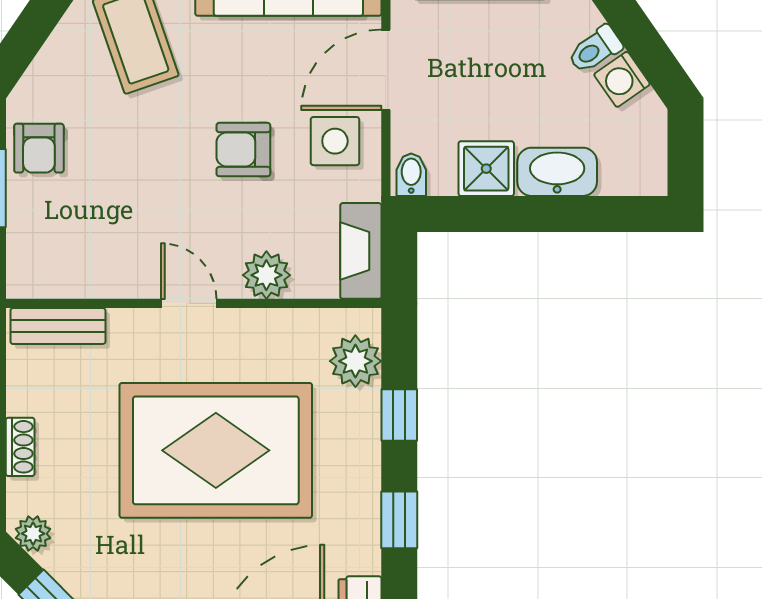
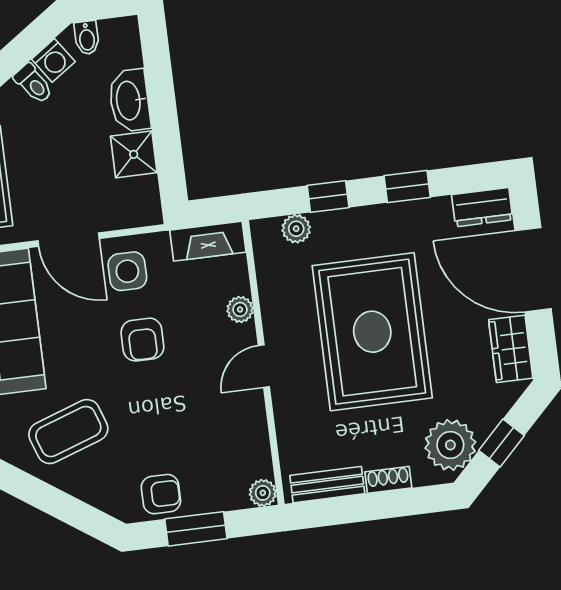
bidet: (411, 175) -> (87, 38), moved, turned -90
plant: (266, 275) -> (240, 309), width x0.73, depth x0.73
plant: (24, 281) -> (263, 493), added
bench: (58, 326) -> (327, 485), moved, turned 90
plant: (355, 361) -> (296, 229), width x0.73, depth x0.73
plant: (33, 534) -> (450, 445), width x1.87, depth x1.87

